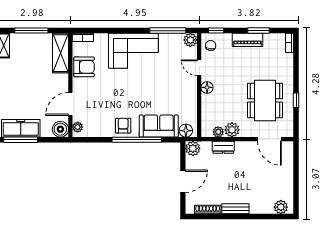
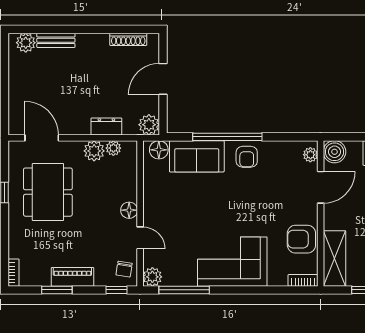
bench: (235, 209) -> (56, 40), moved

